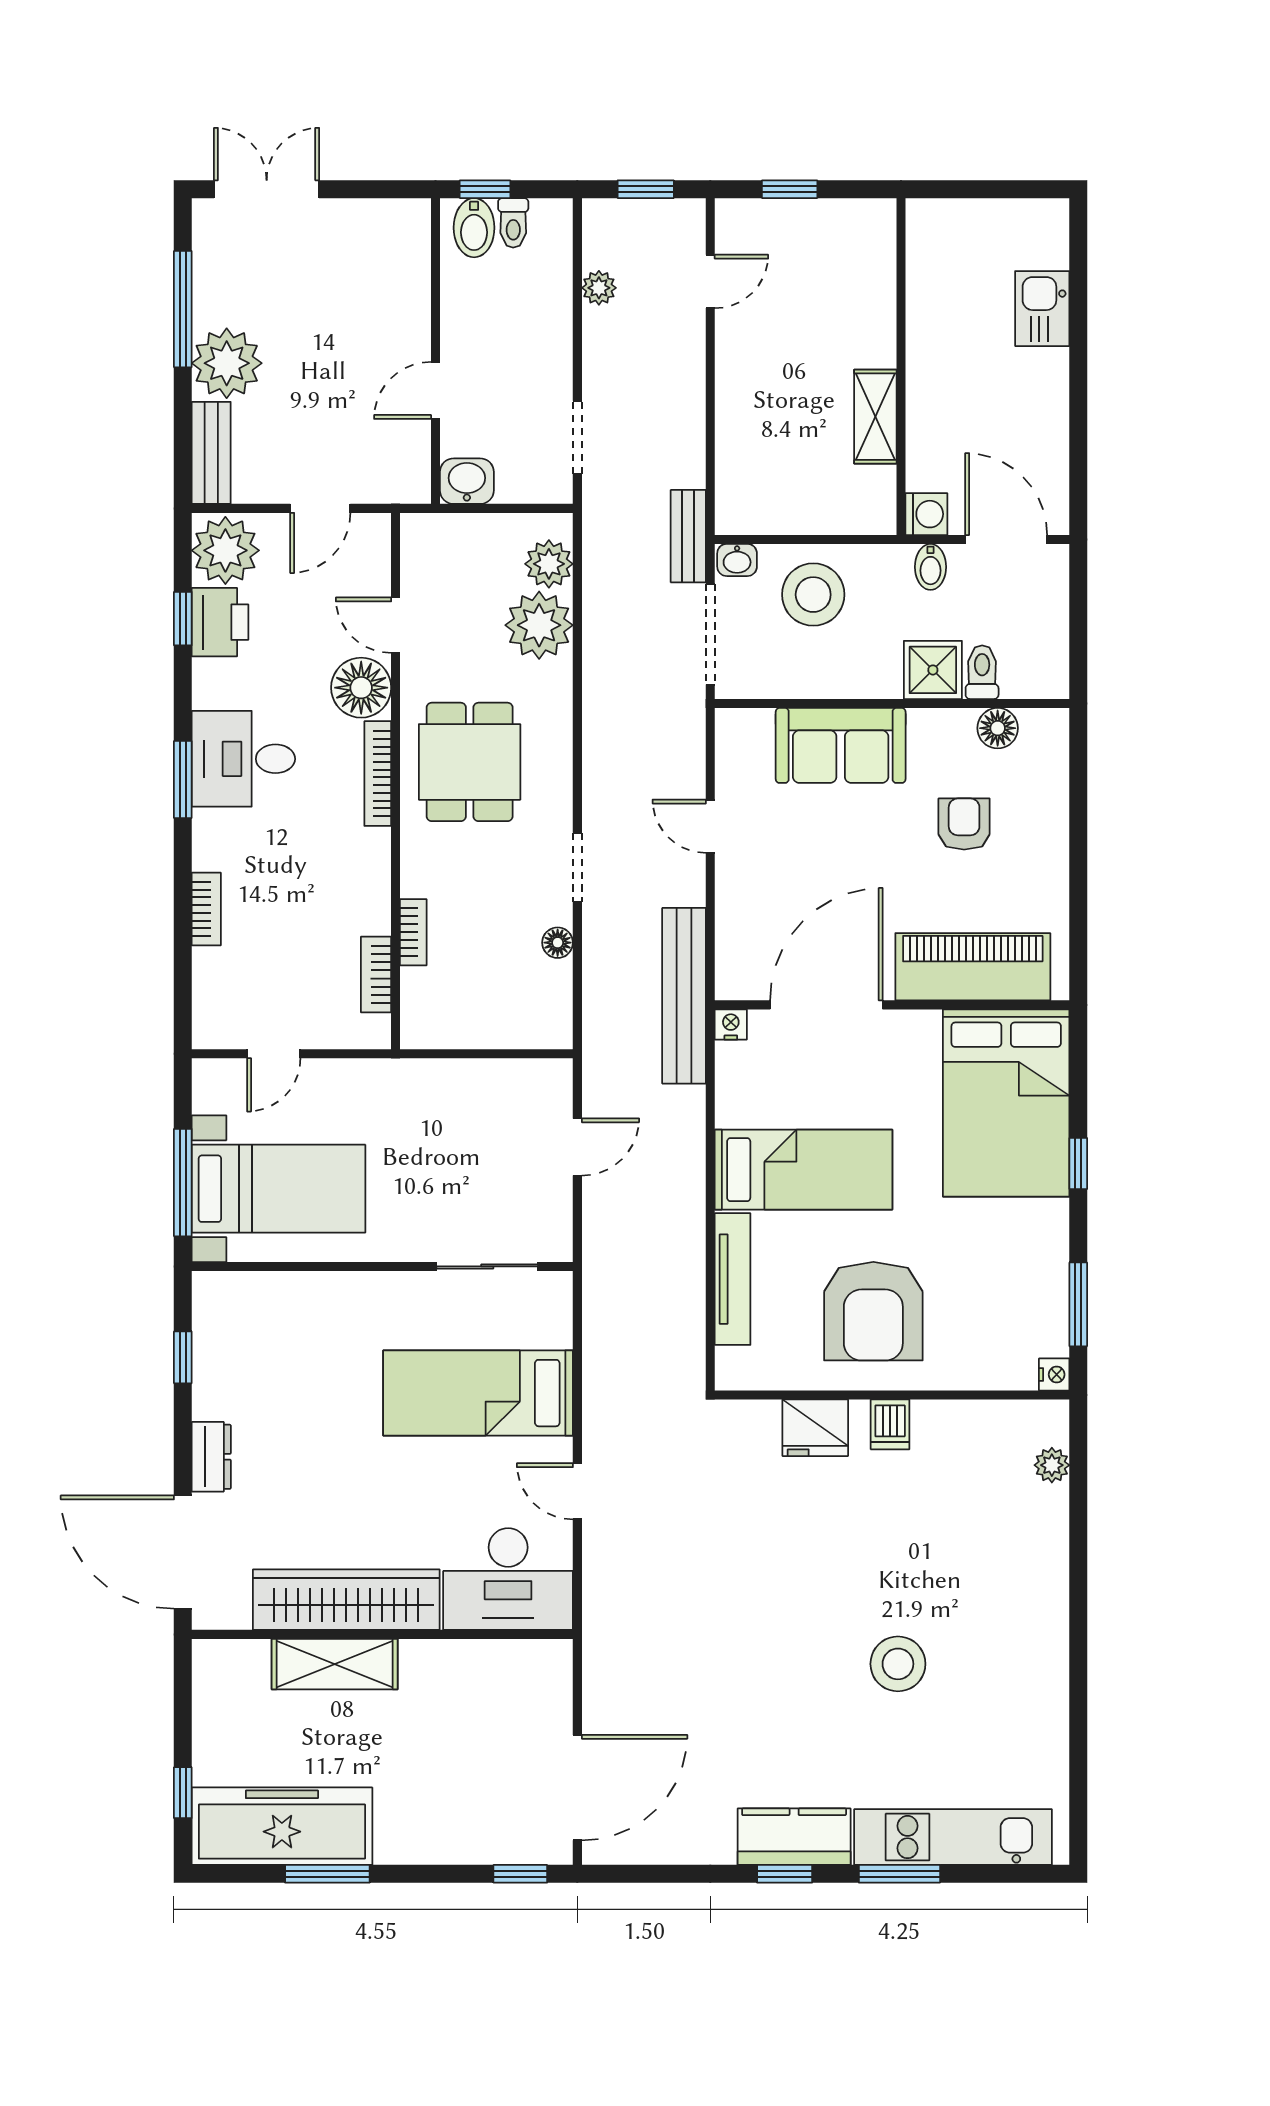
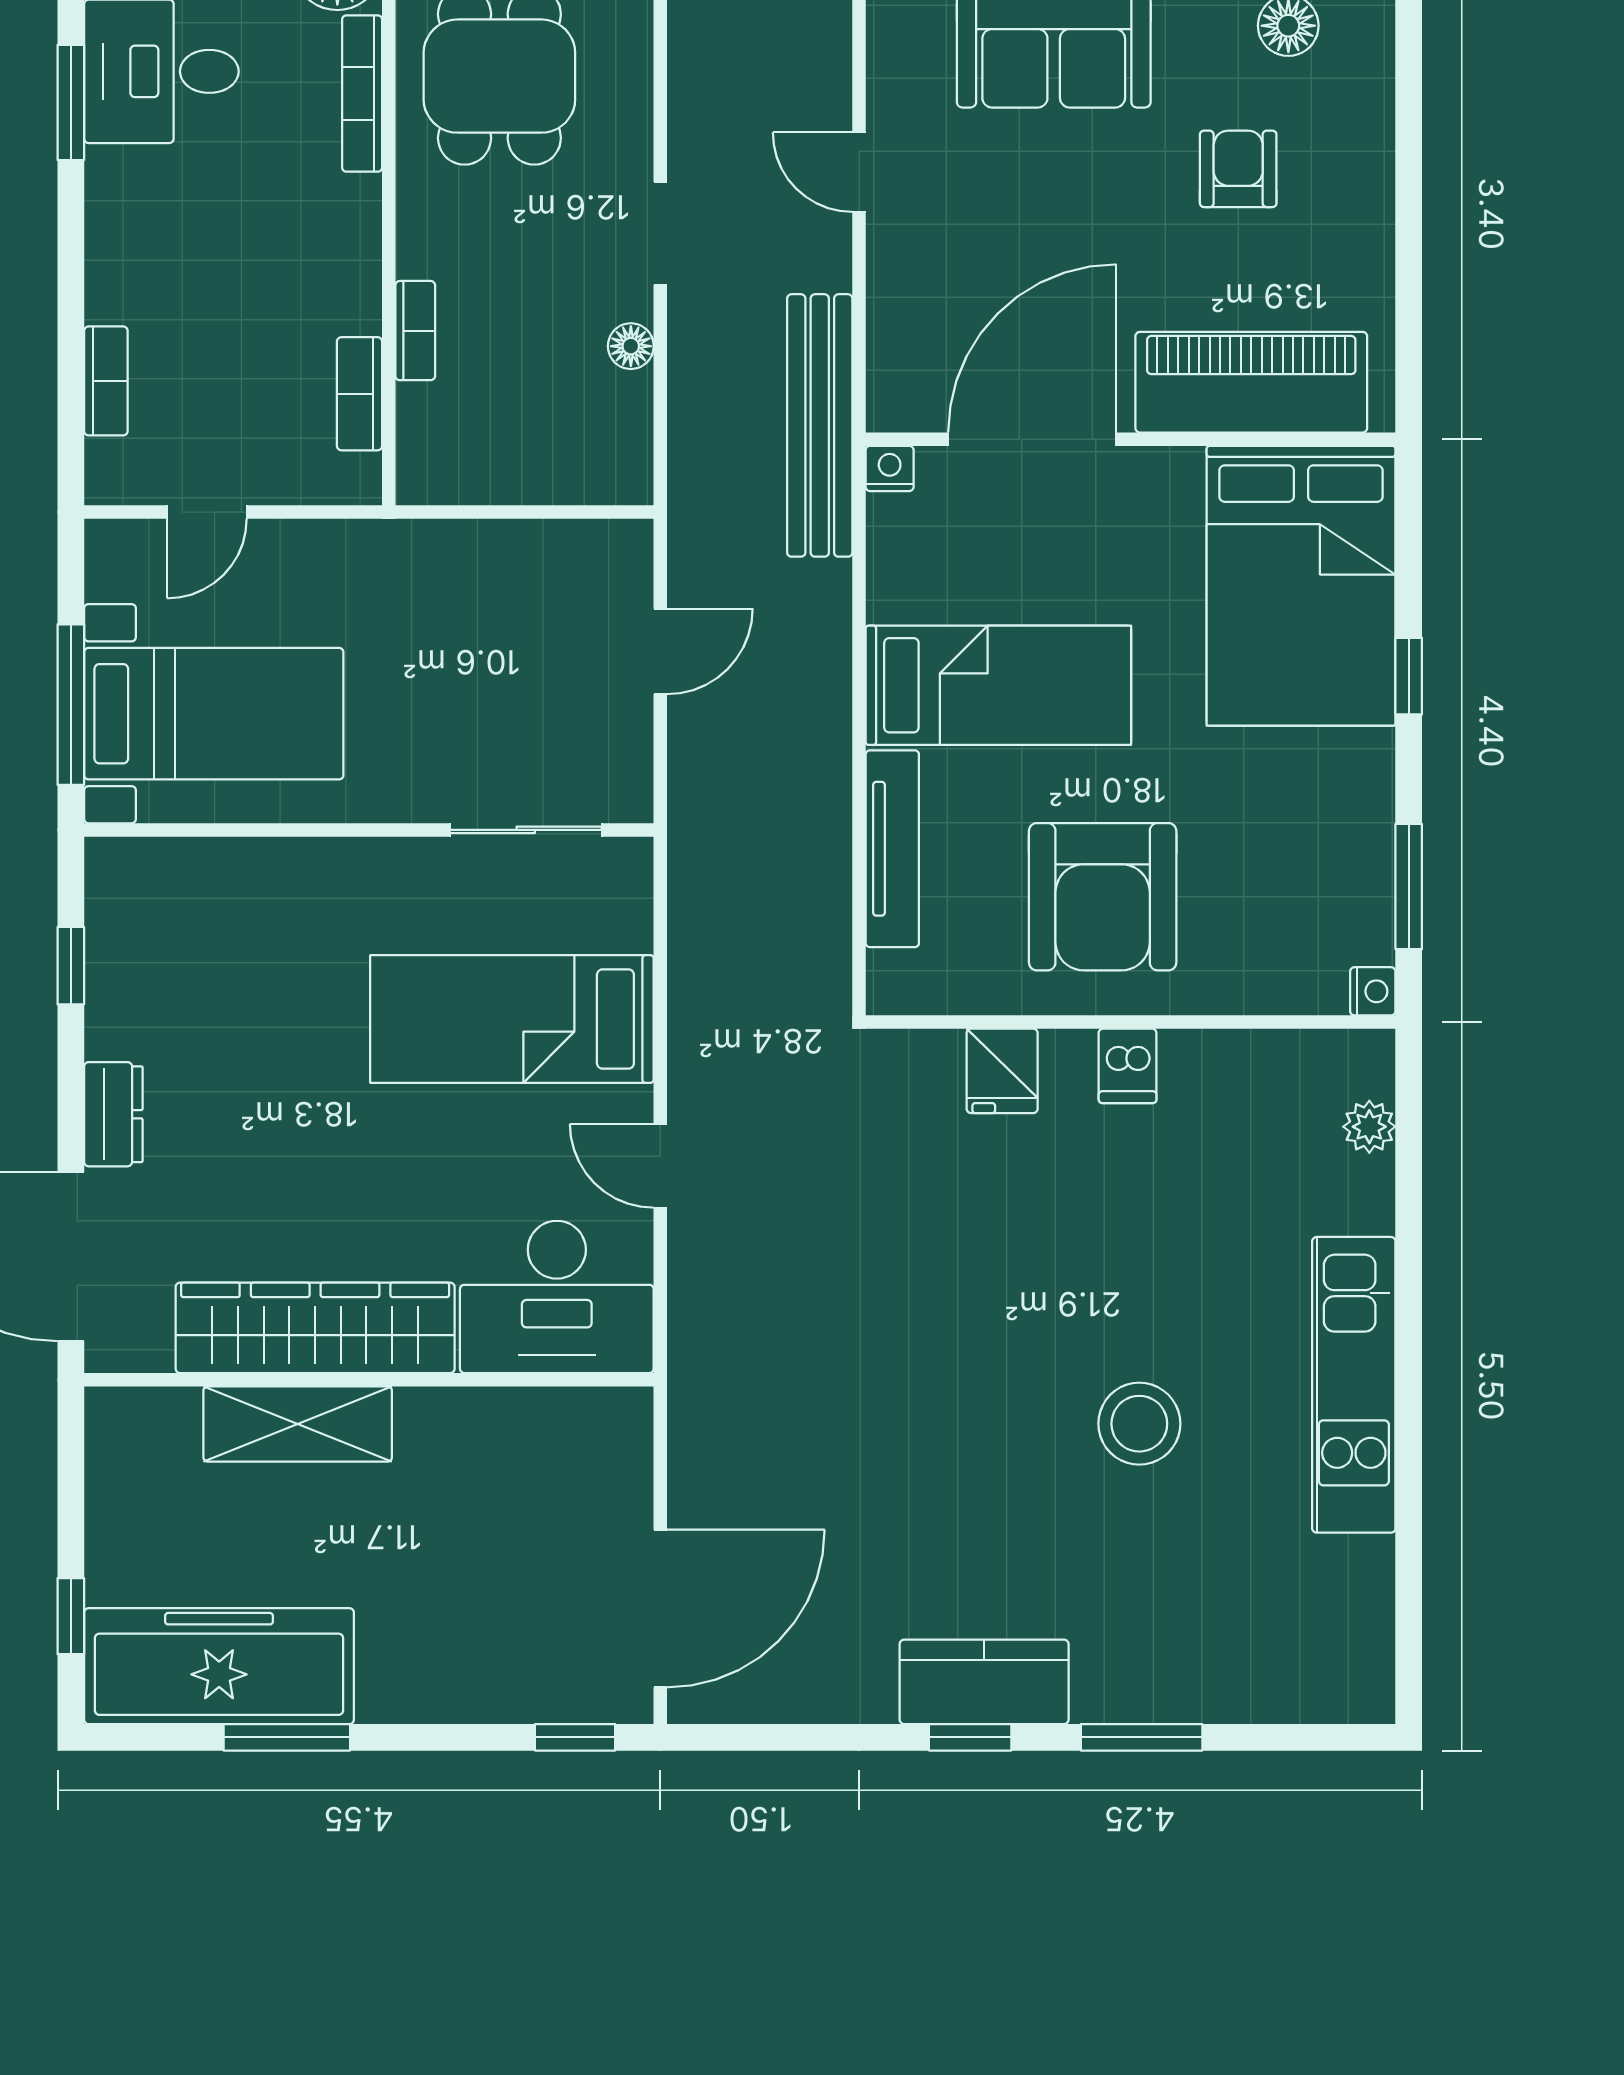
bookcase: (206, 909) -> (106, 381), moved
fridge: (815, 1428) -> (1002, 1071), width x0.72
kitchen unit: (953, 1837) -> (1354, 1385), moved, turned -90

